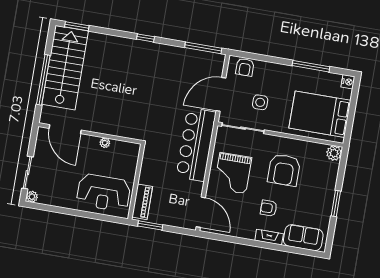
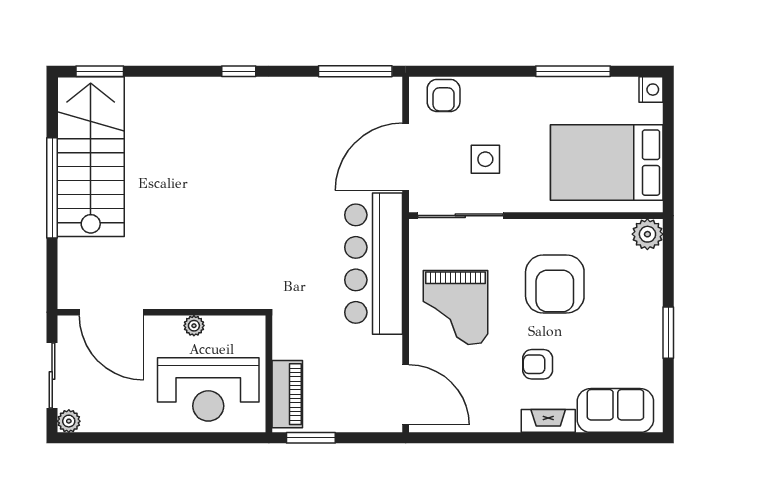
door: (65, 129) -> (111, 312), moved
wall: (90, 133) -> (162, 312), moved
plant: (105, 143) -> (194, 326), moved

